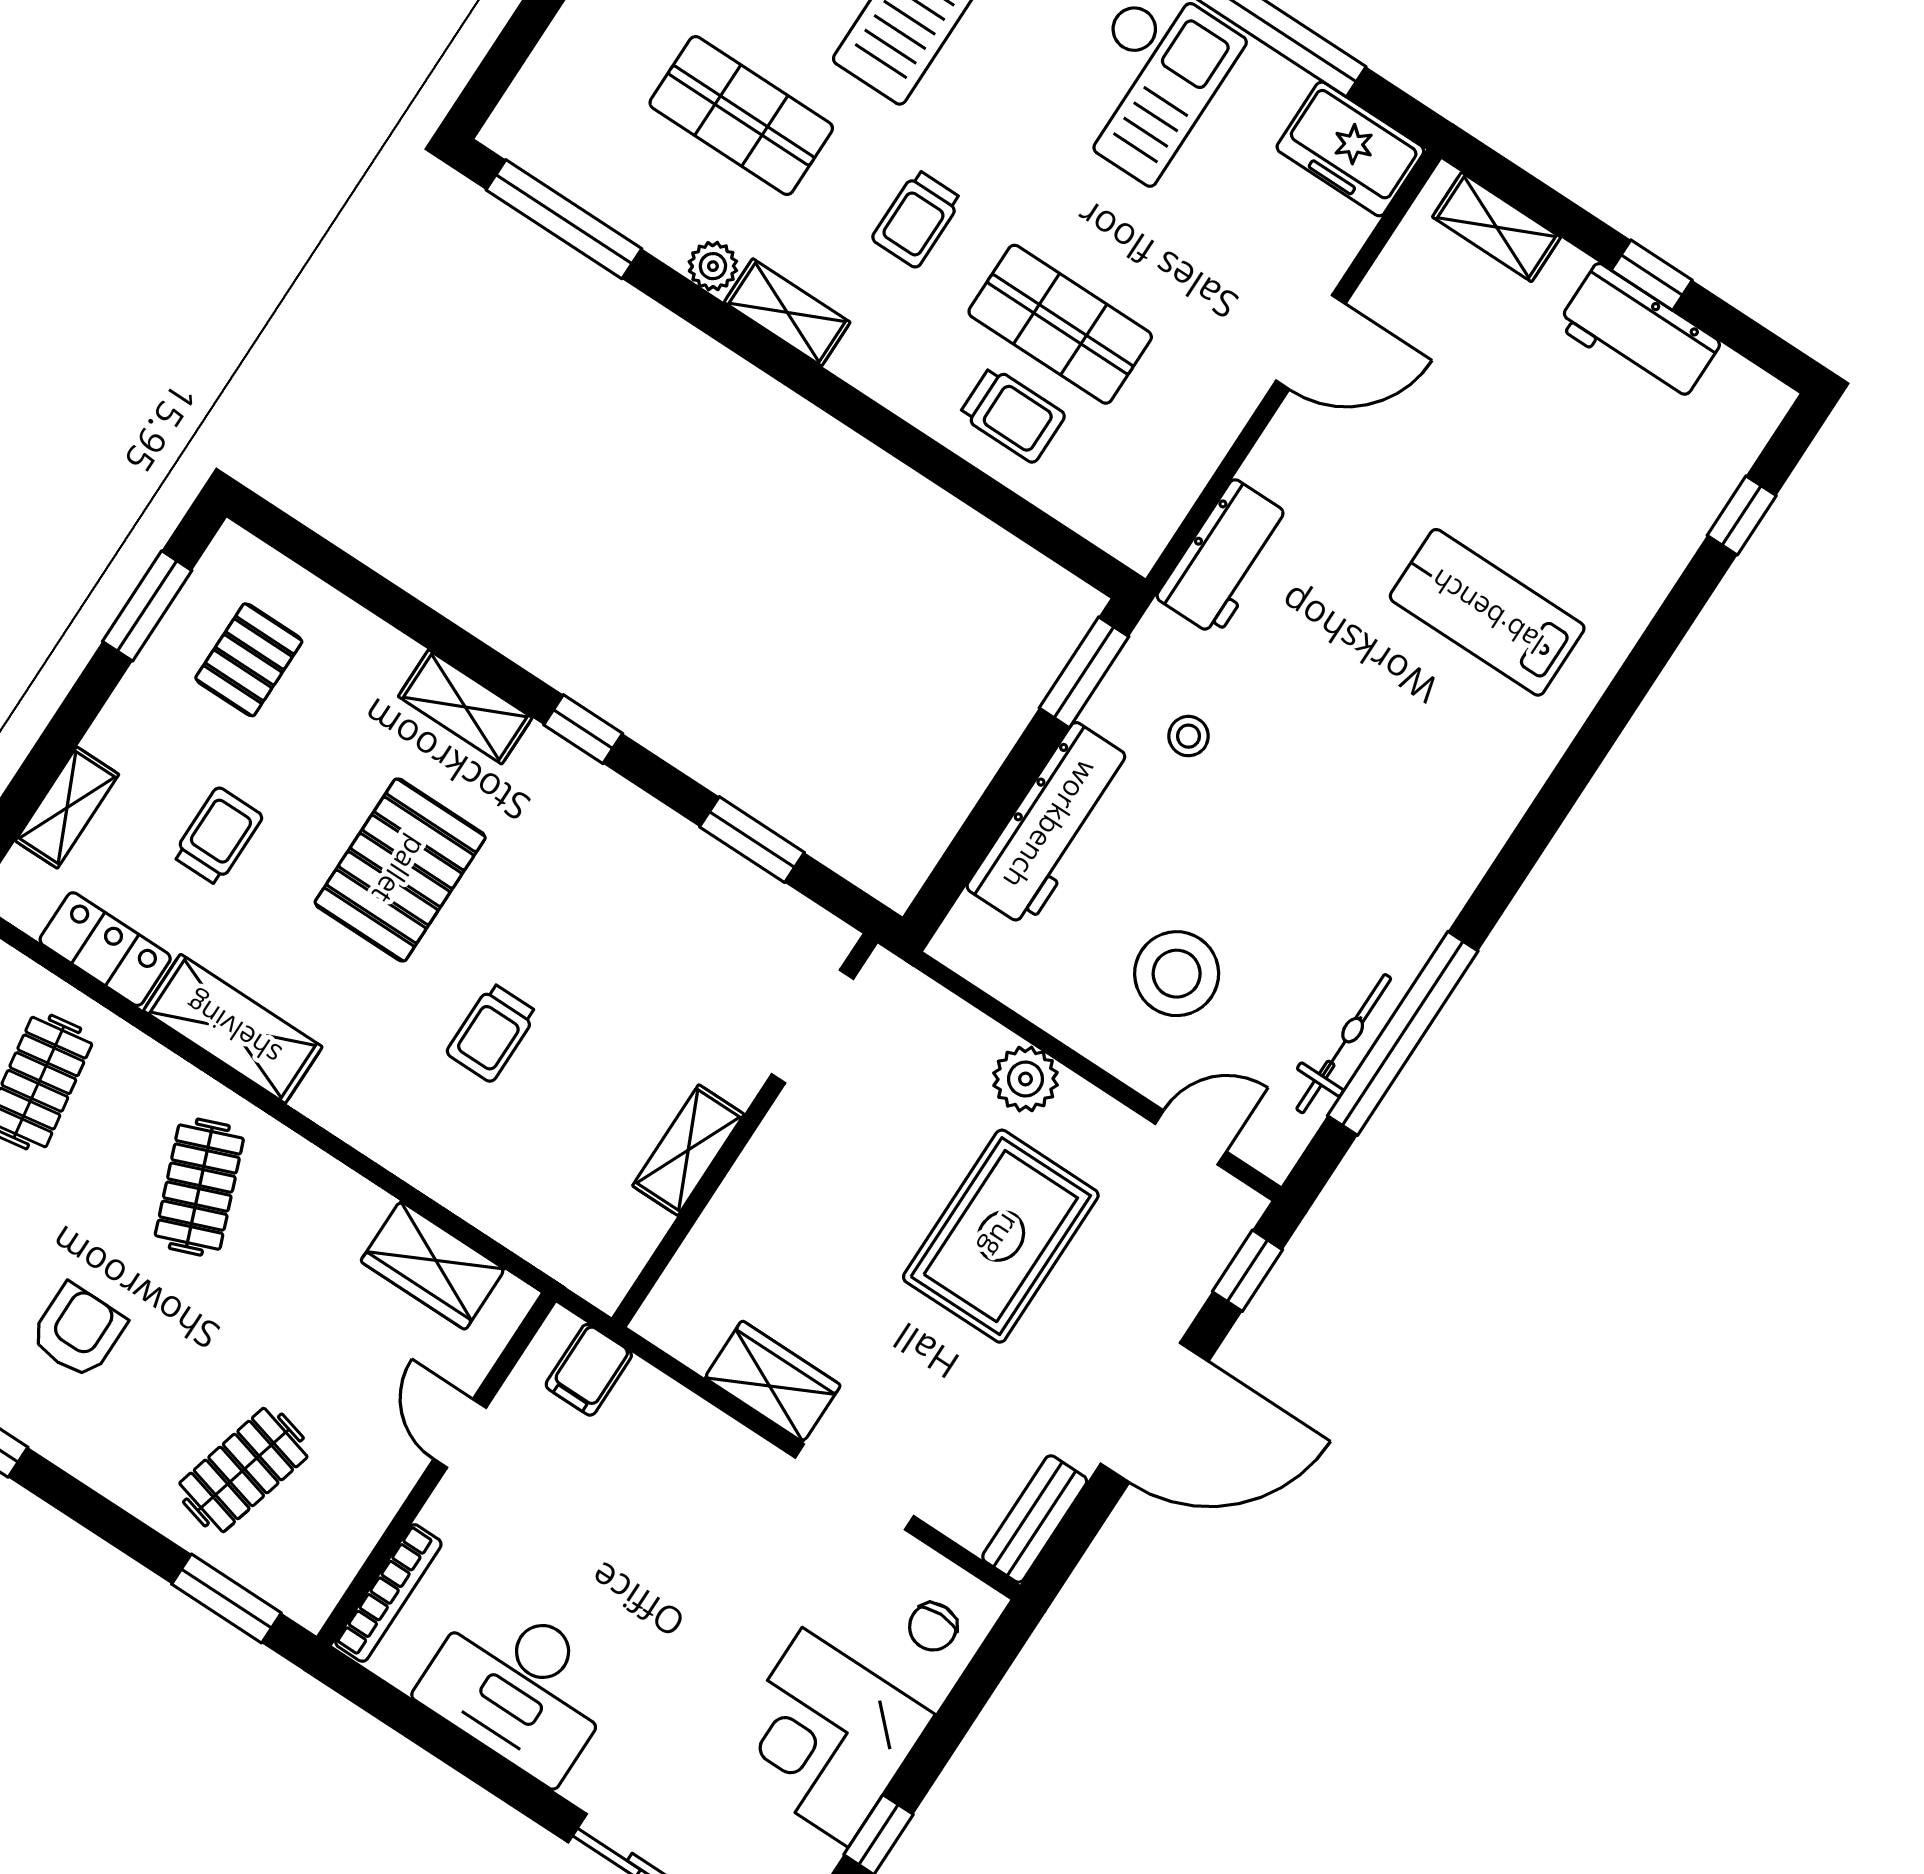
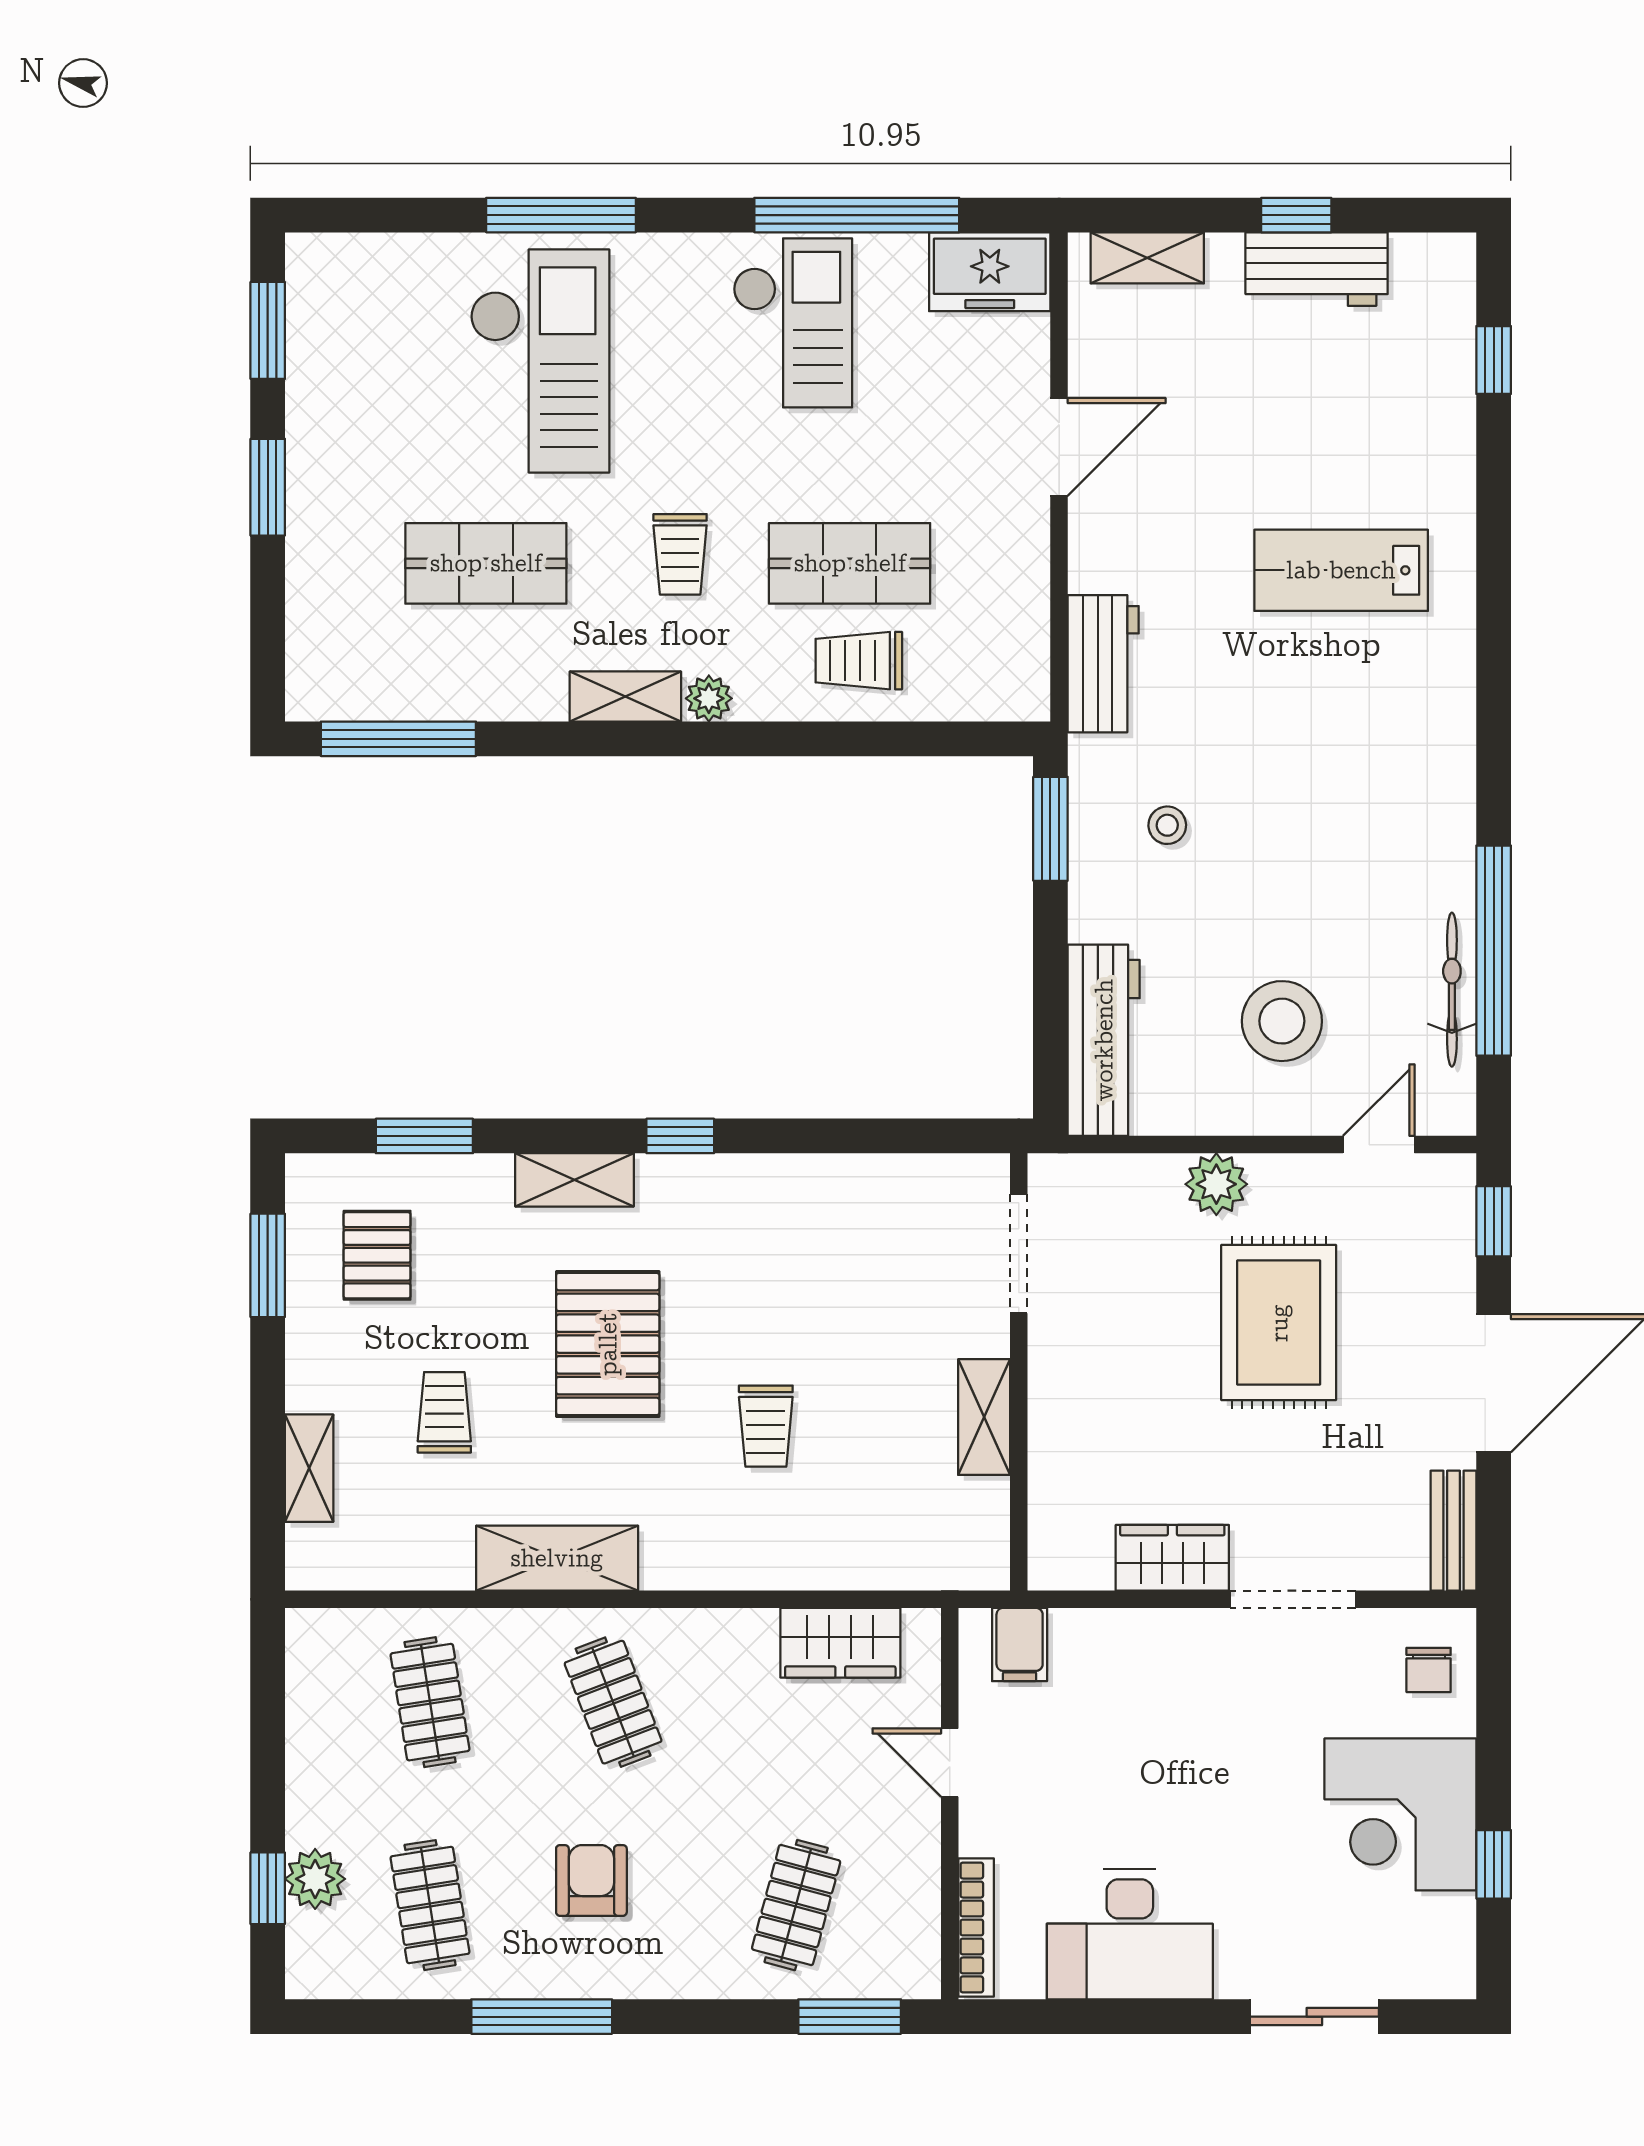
plant: (713, 266) -> (709, 698), moved
trolley: (1012, 415) -> (859, 661), turned 180
workbench: (1051, 825) -> (1104, 1040), moved
window: (752, 840) -> (424, 1136), moved
locker: (105, 949) -> (413, 1561), removed

